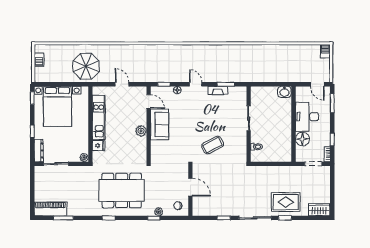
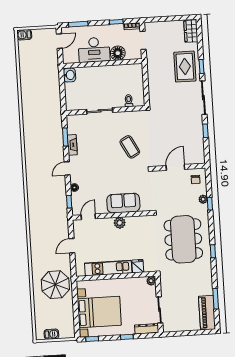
sofa: (160, 125) -> (123, 203), moved

